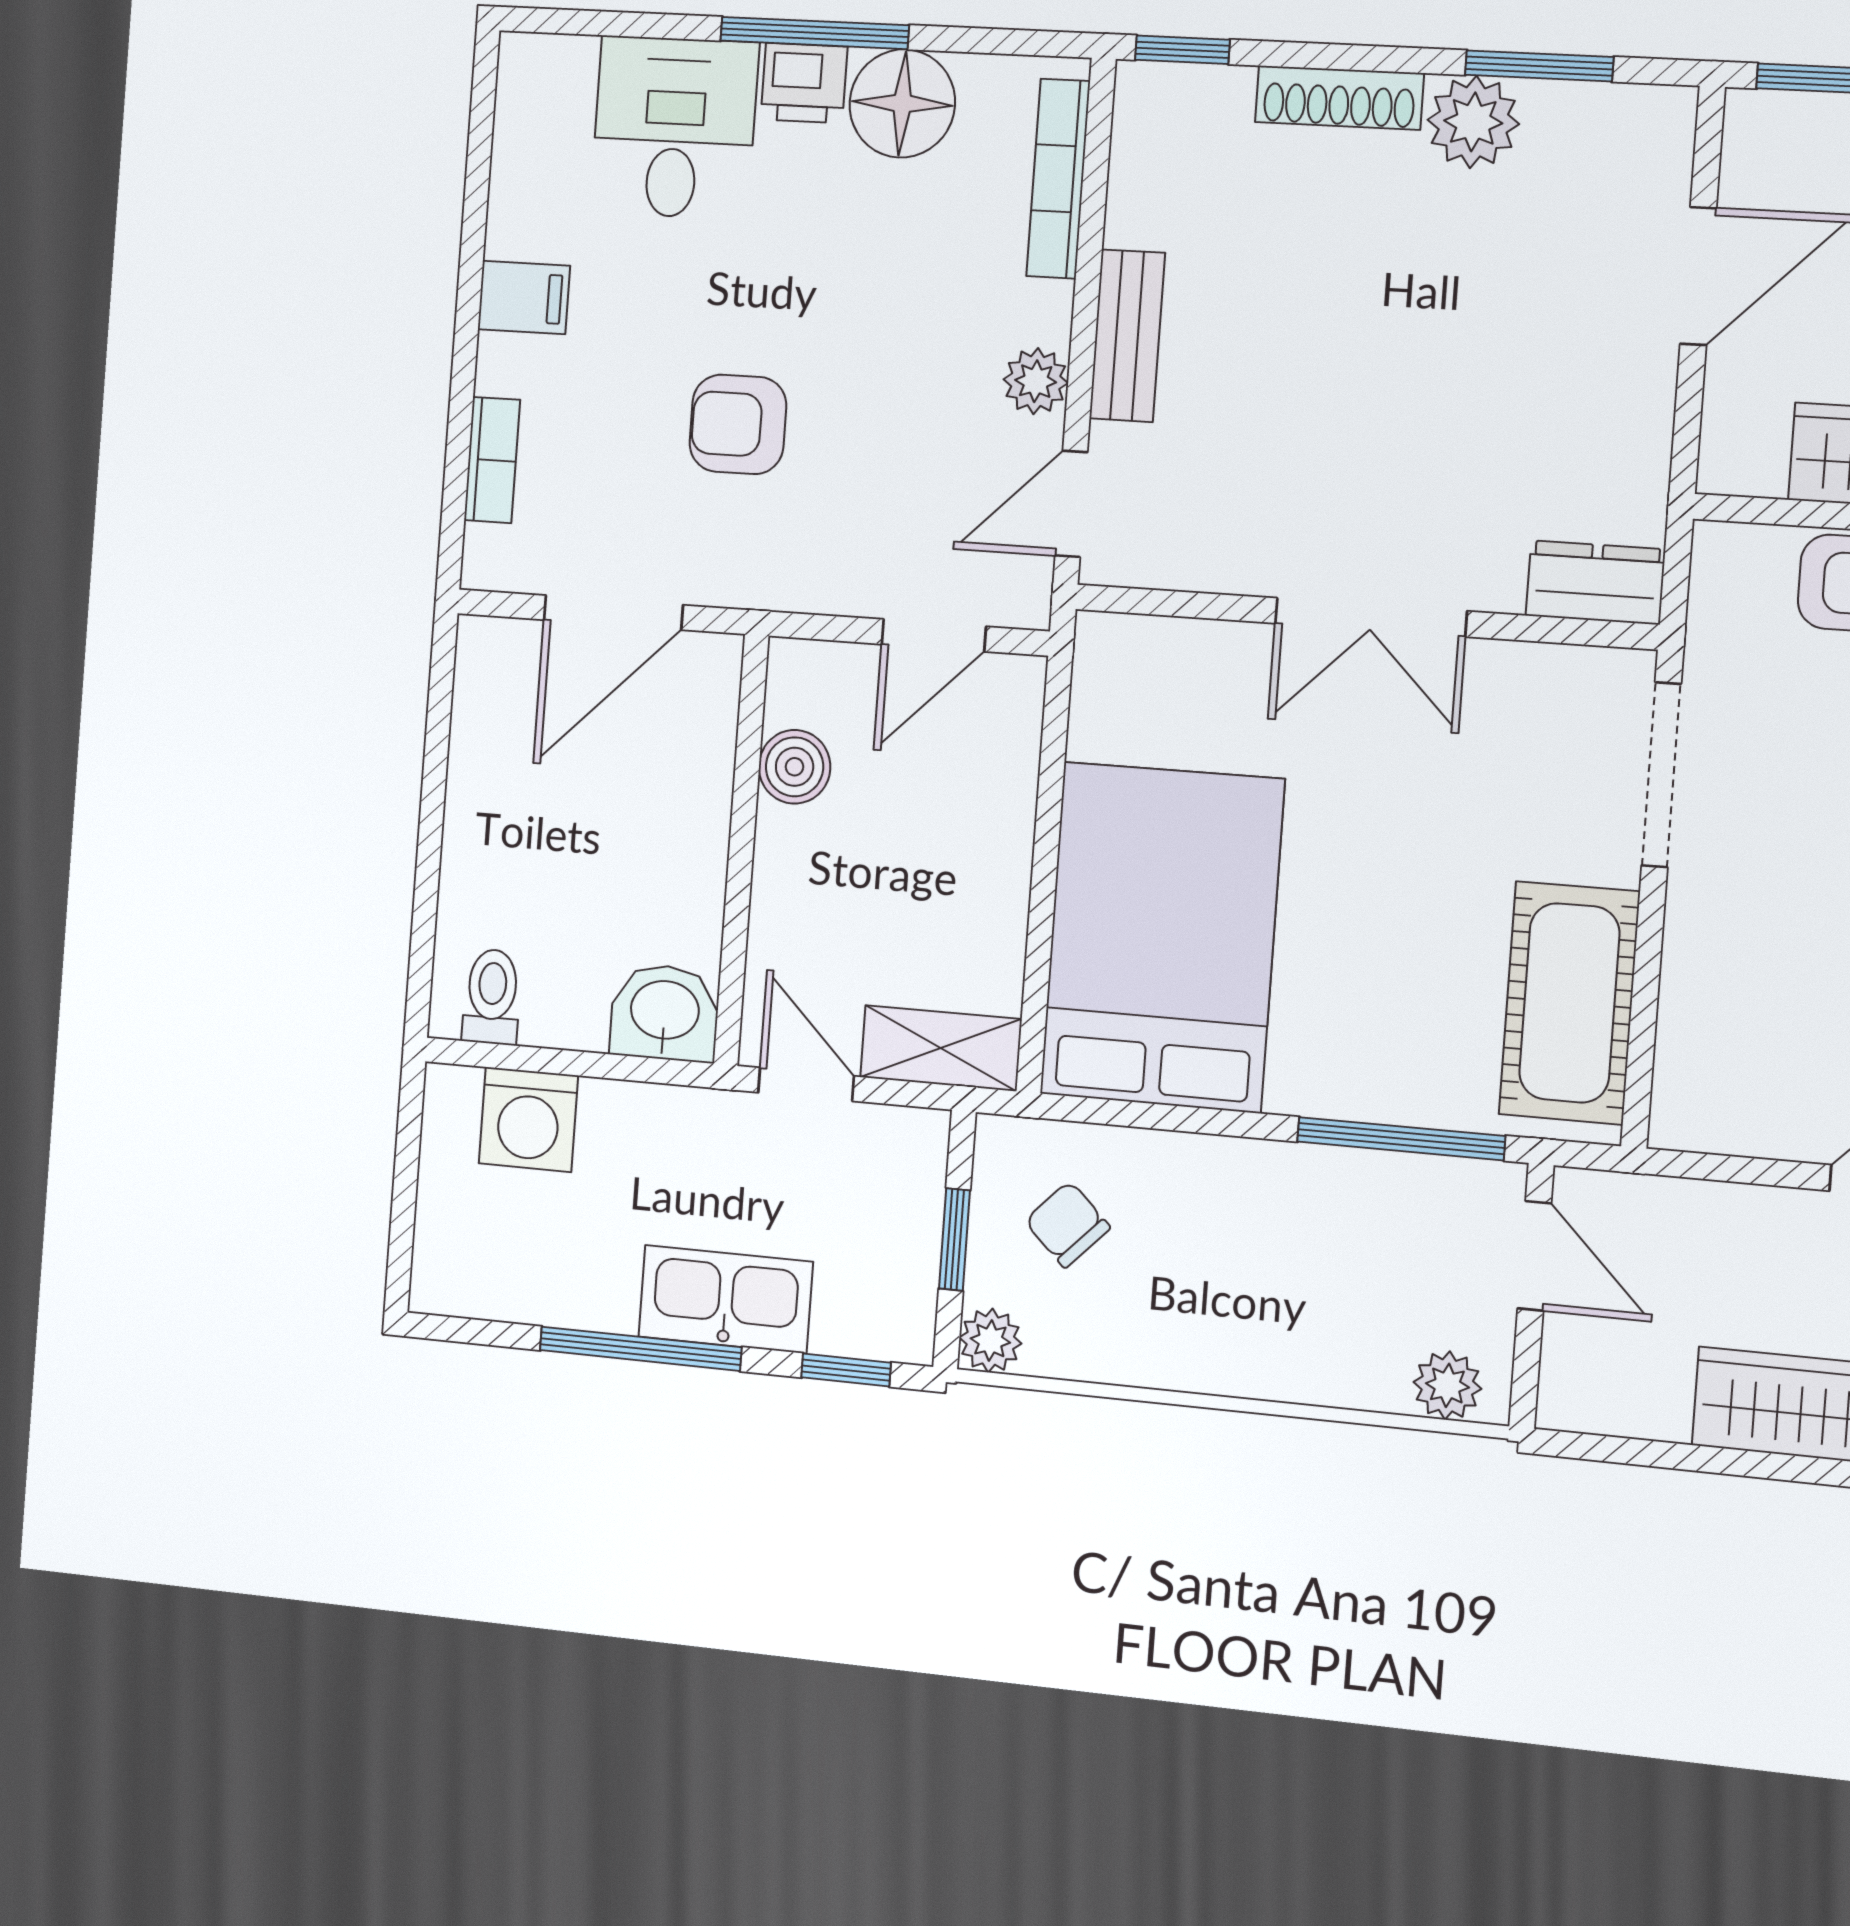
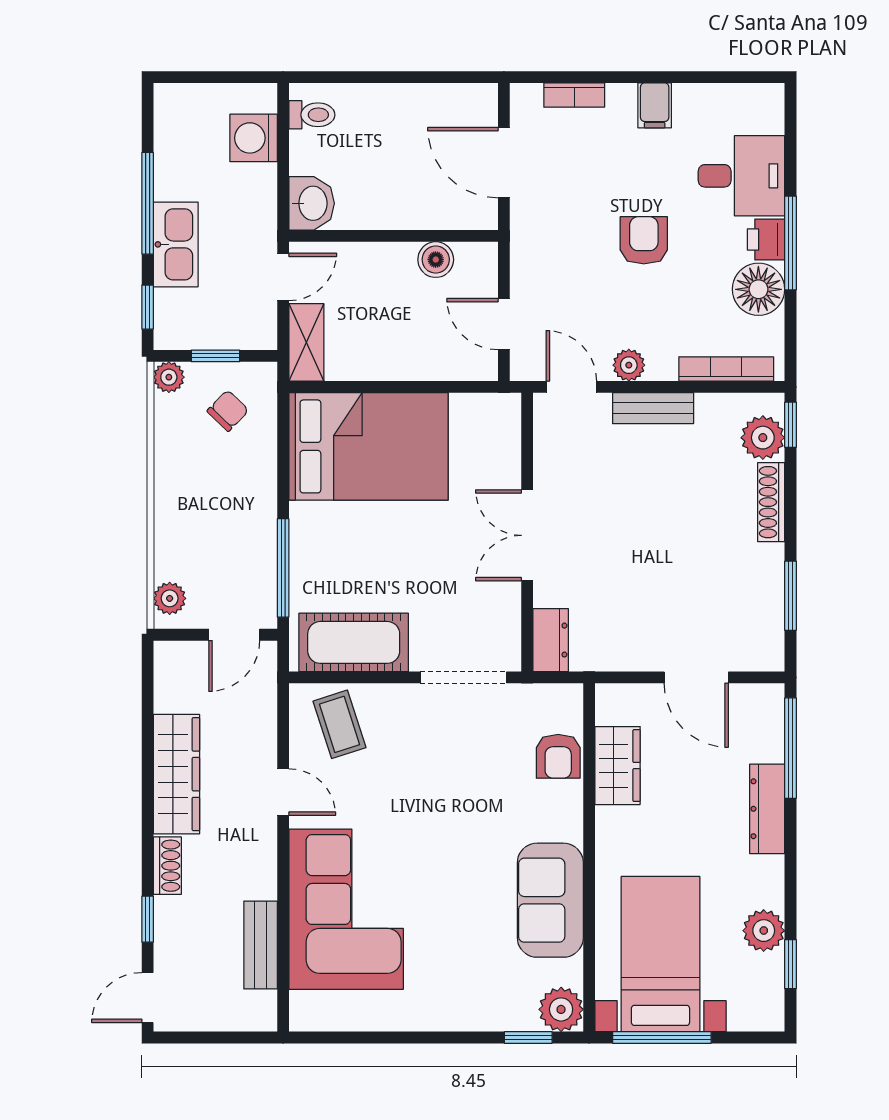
plant: (1473, 122) -> (763, 438), moved
armchair: (738, 424) -> (644, 240), moved
coffee table: (1743, 1048) -> (340, 724), added

